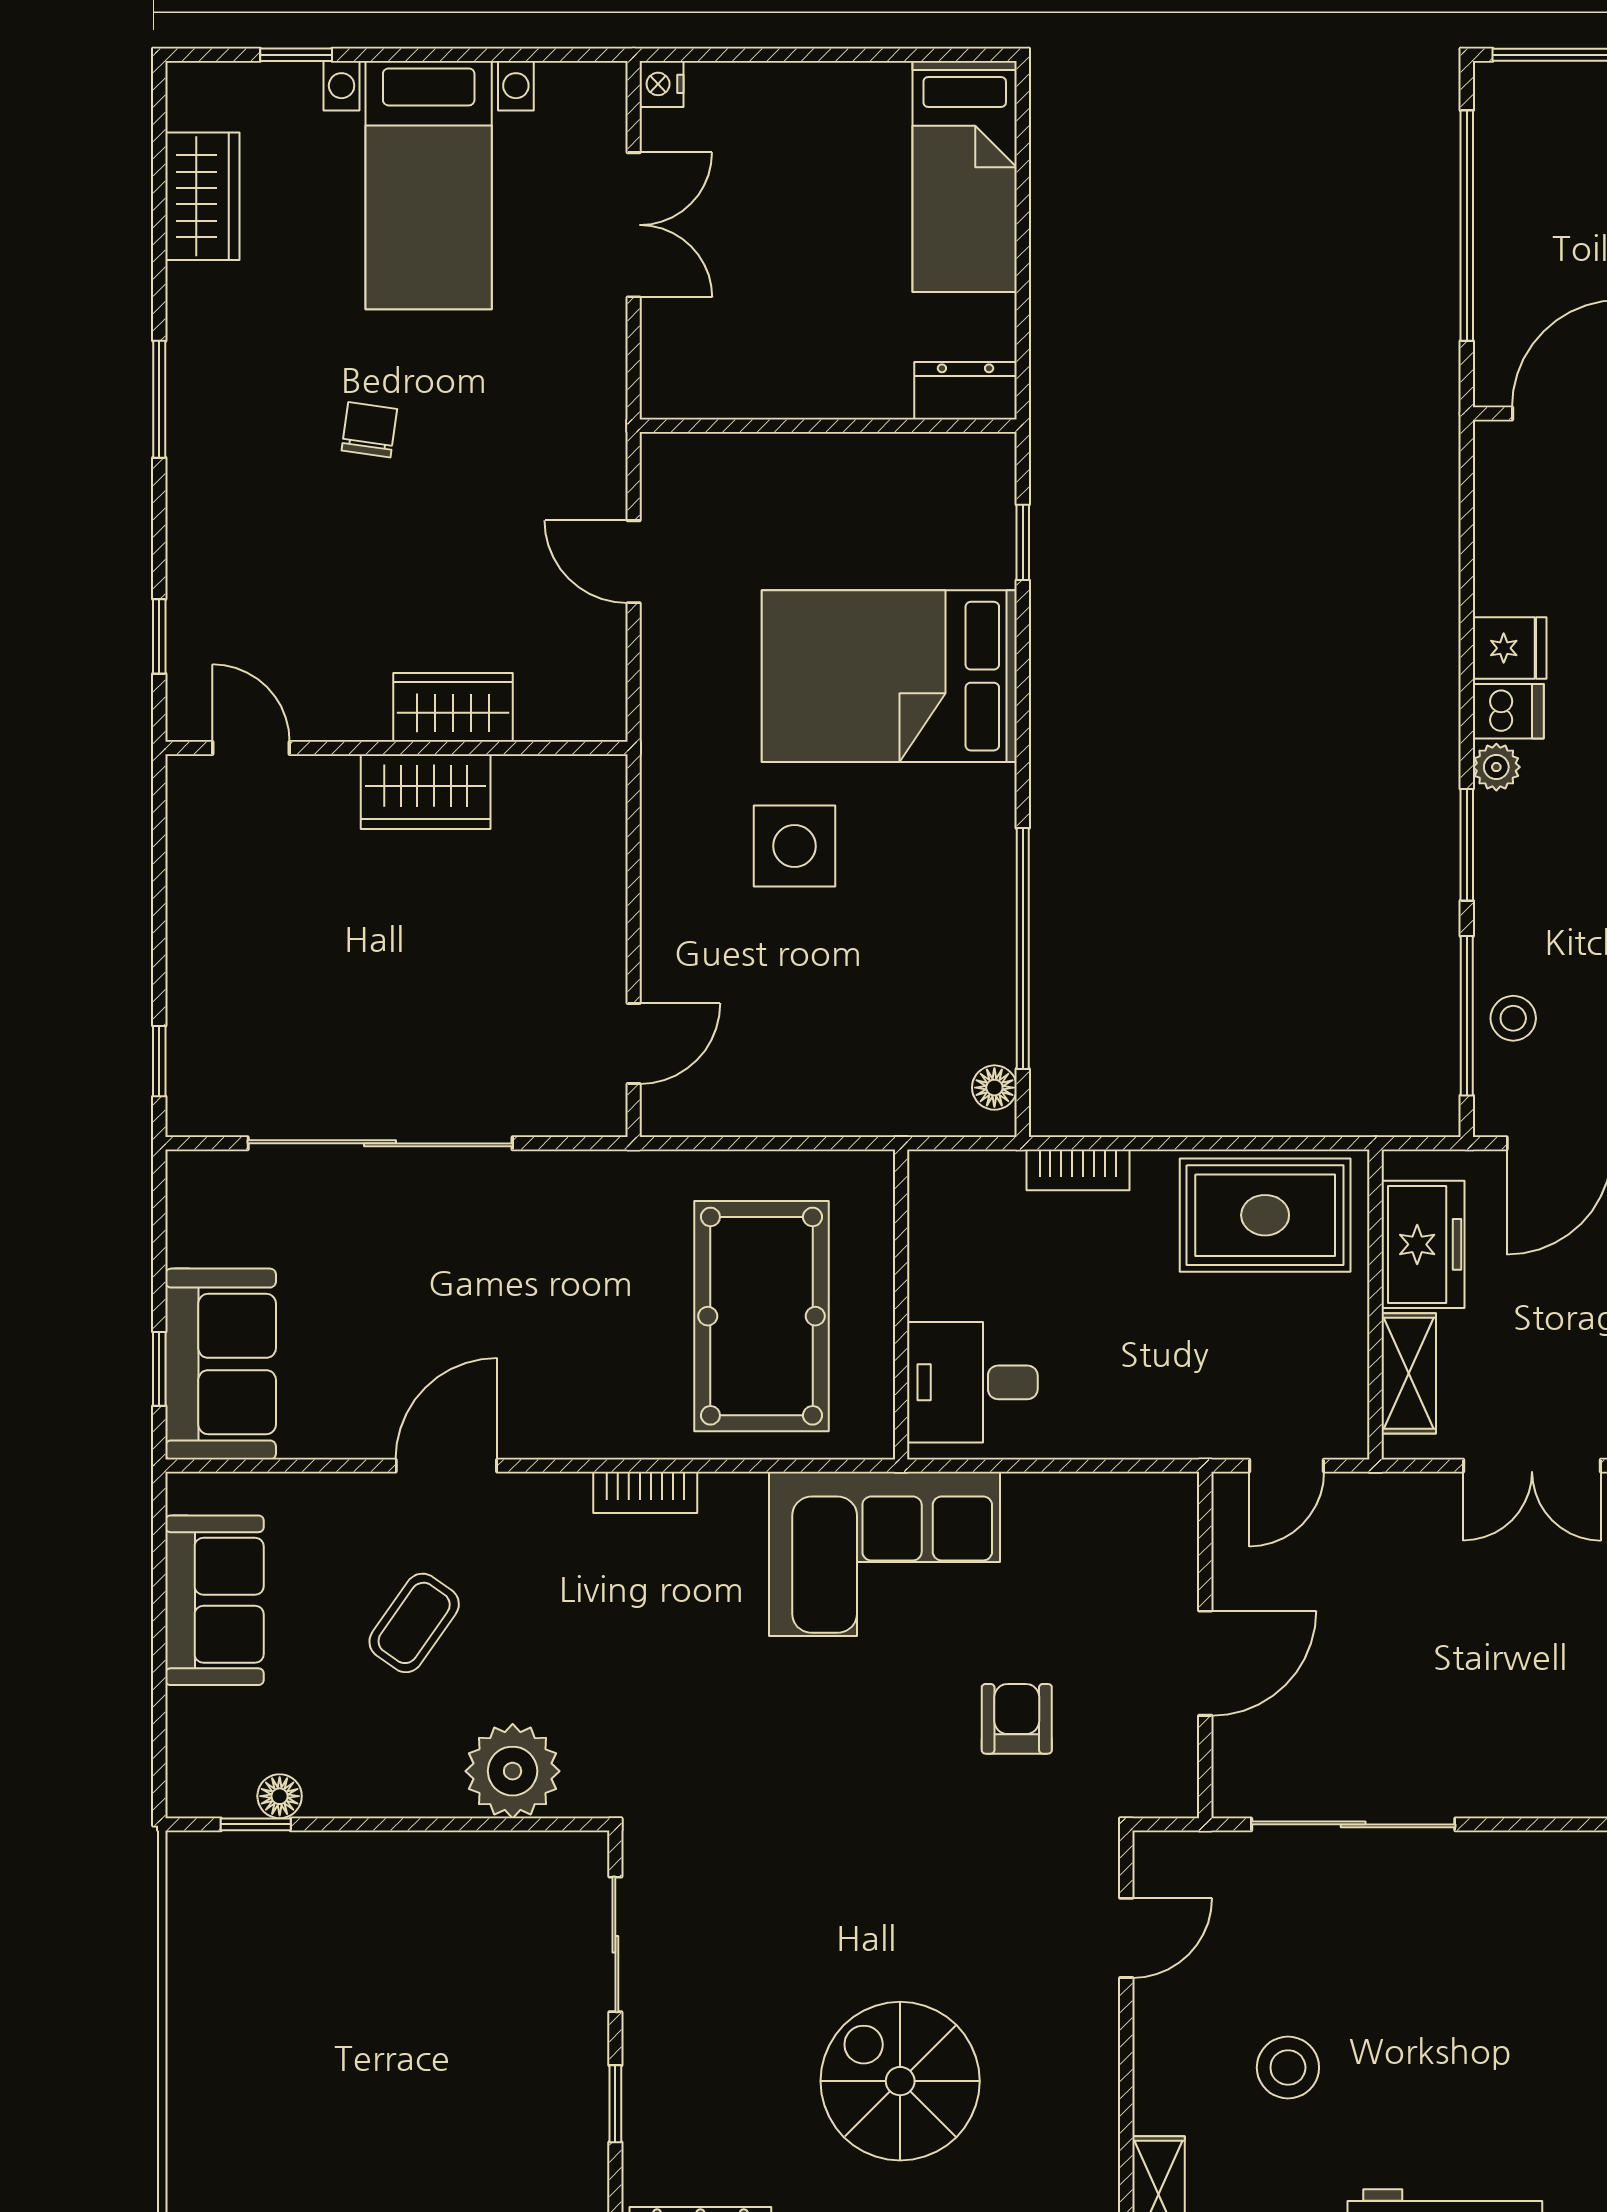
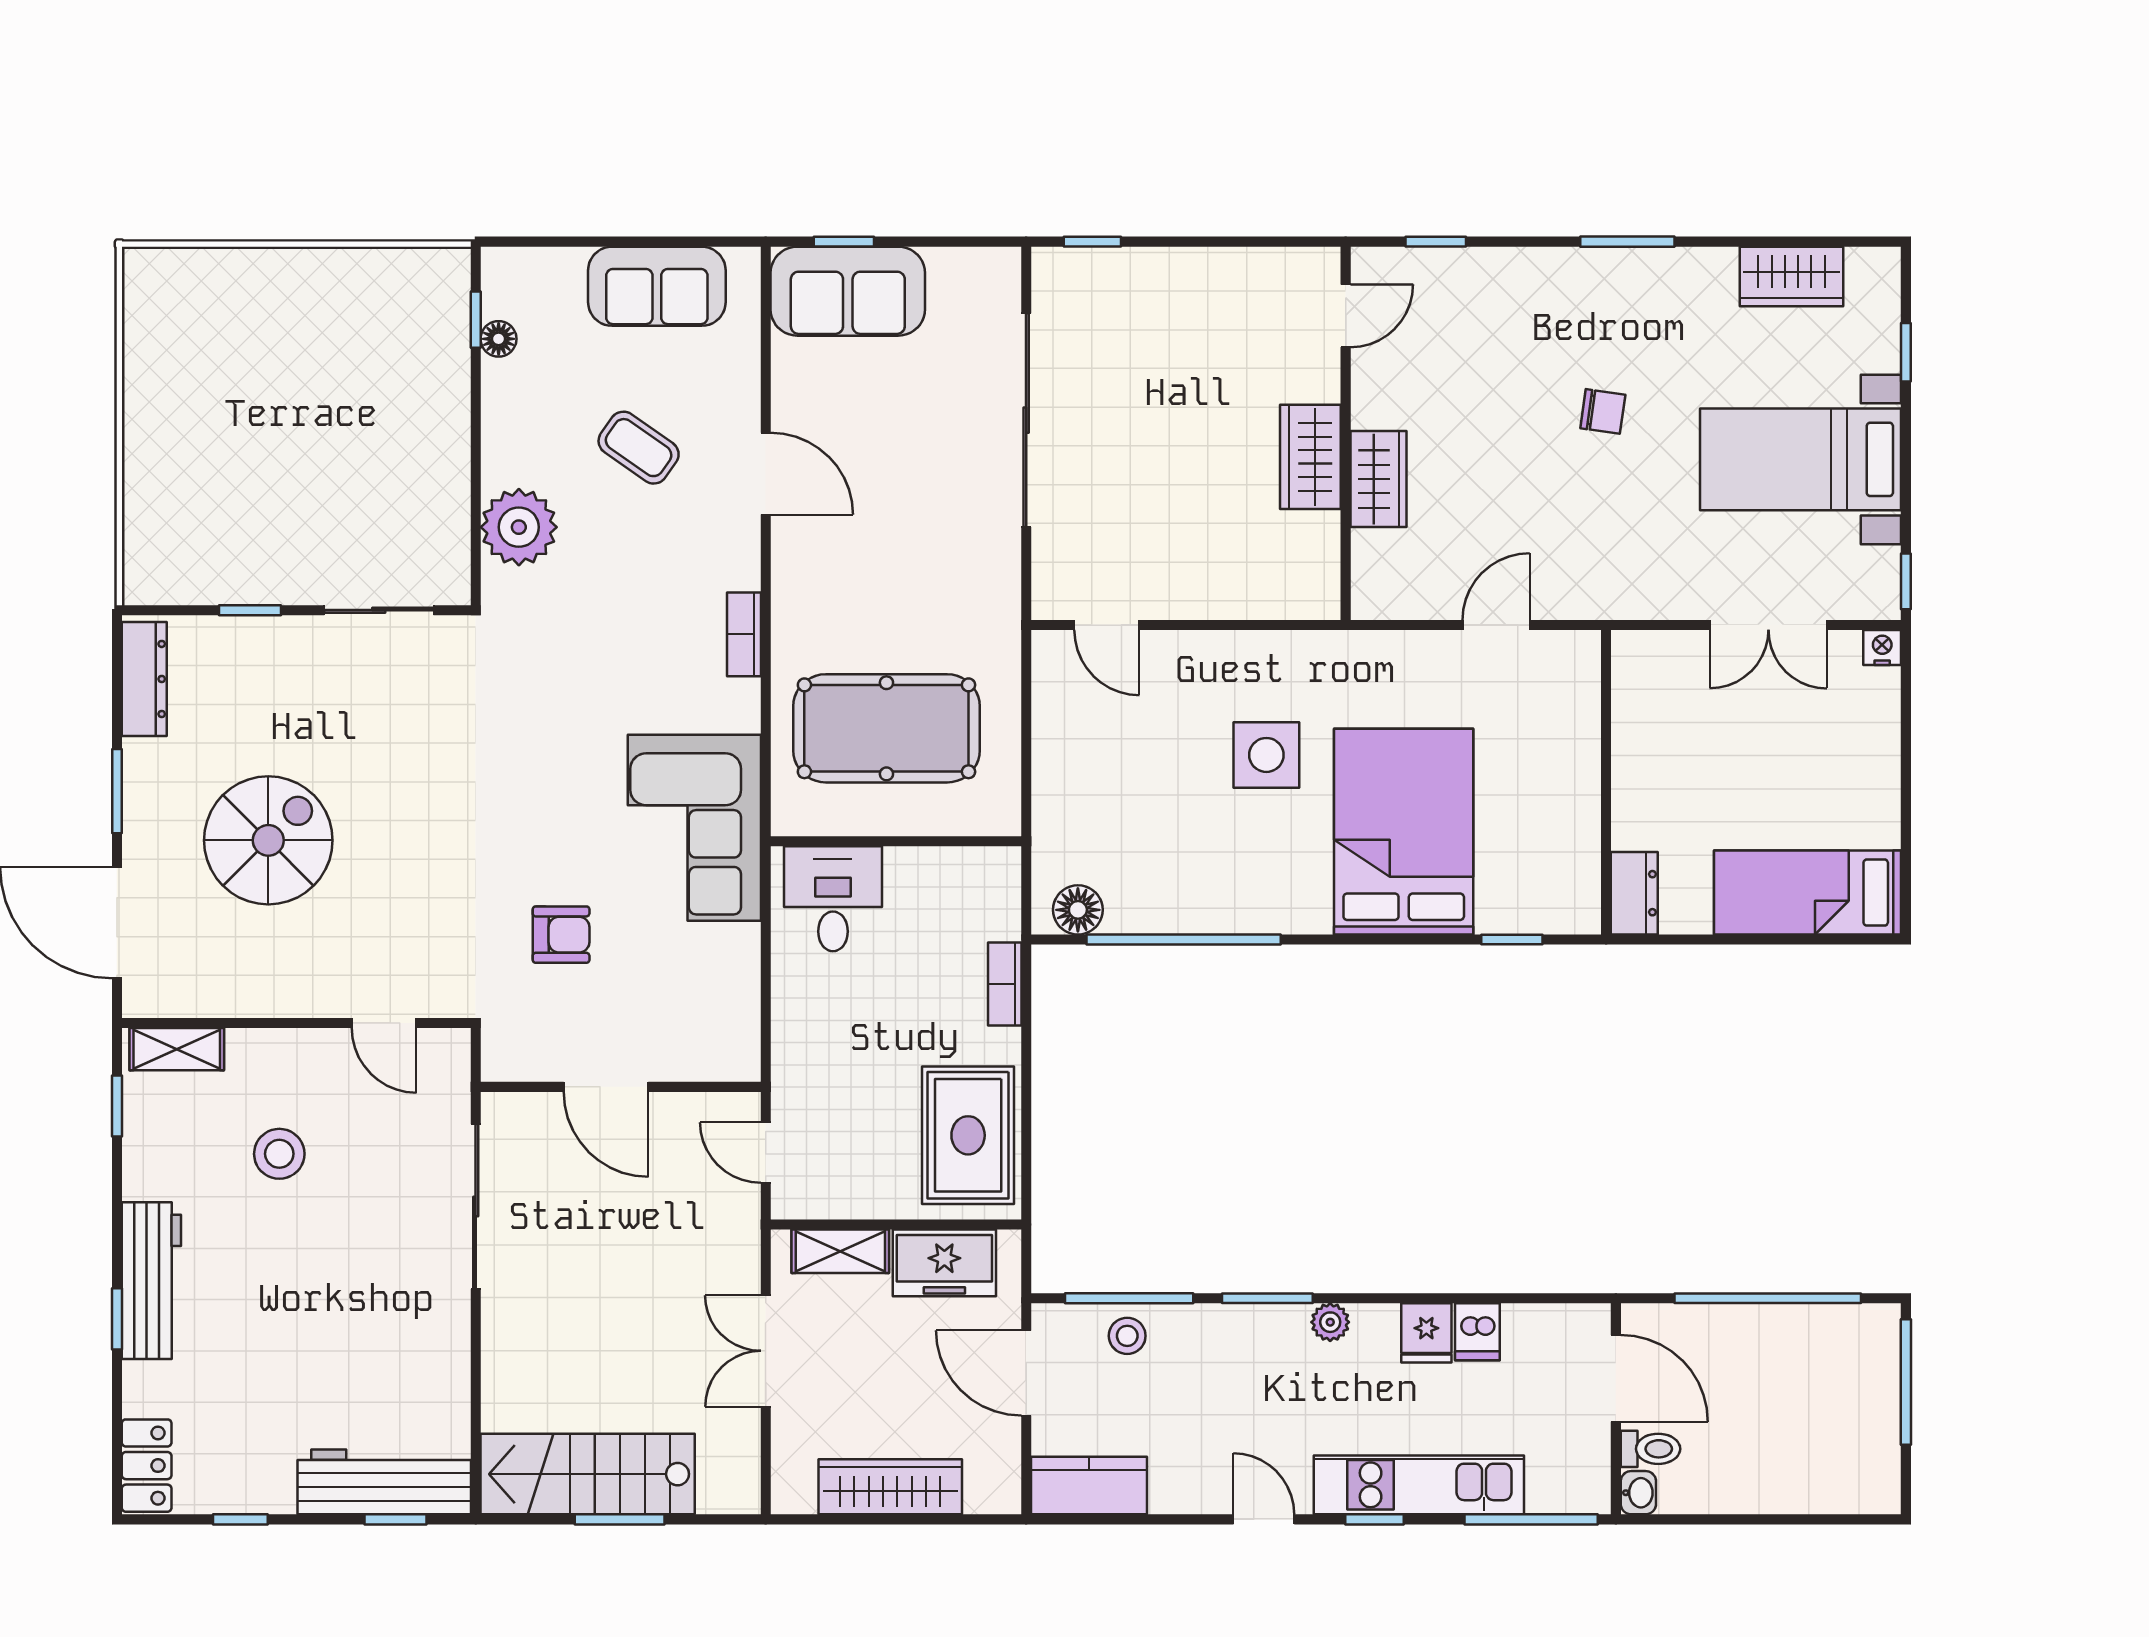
window: (580, 55) -> (1906, 581), added
dishwasher: (1508, 711) -> (1477, 1332), moved
floor lamp: (994, 1088) -> (1078, 910), width x1.37, depth x1.37

